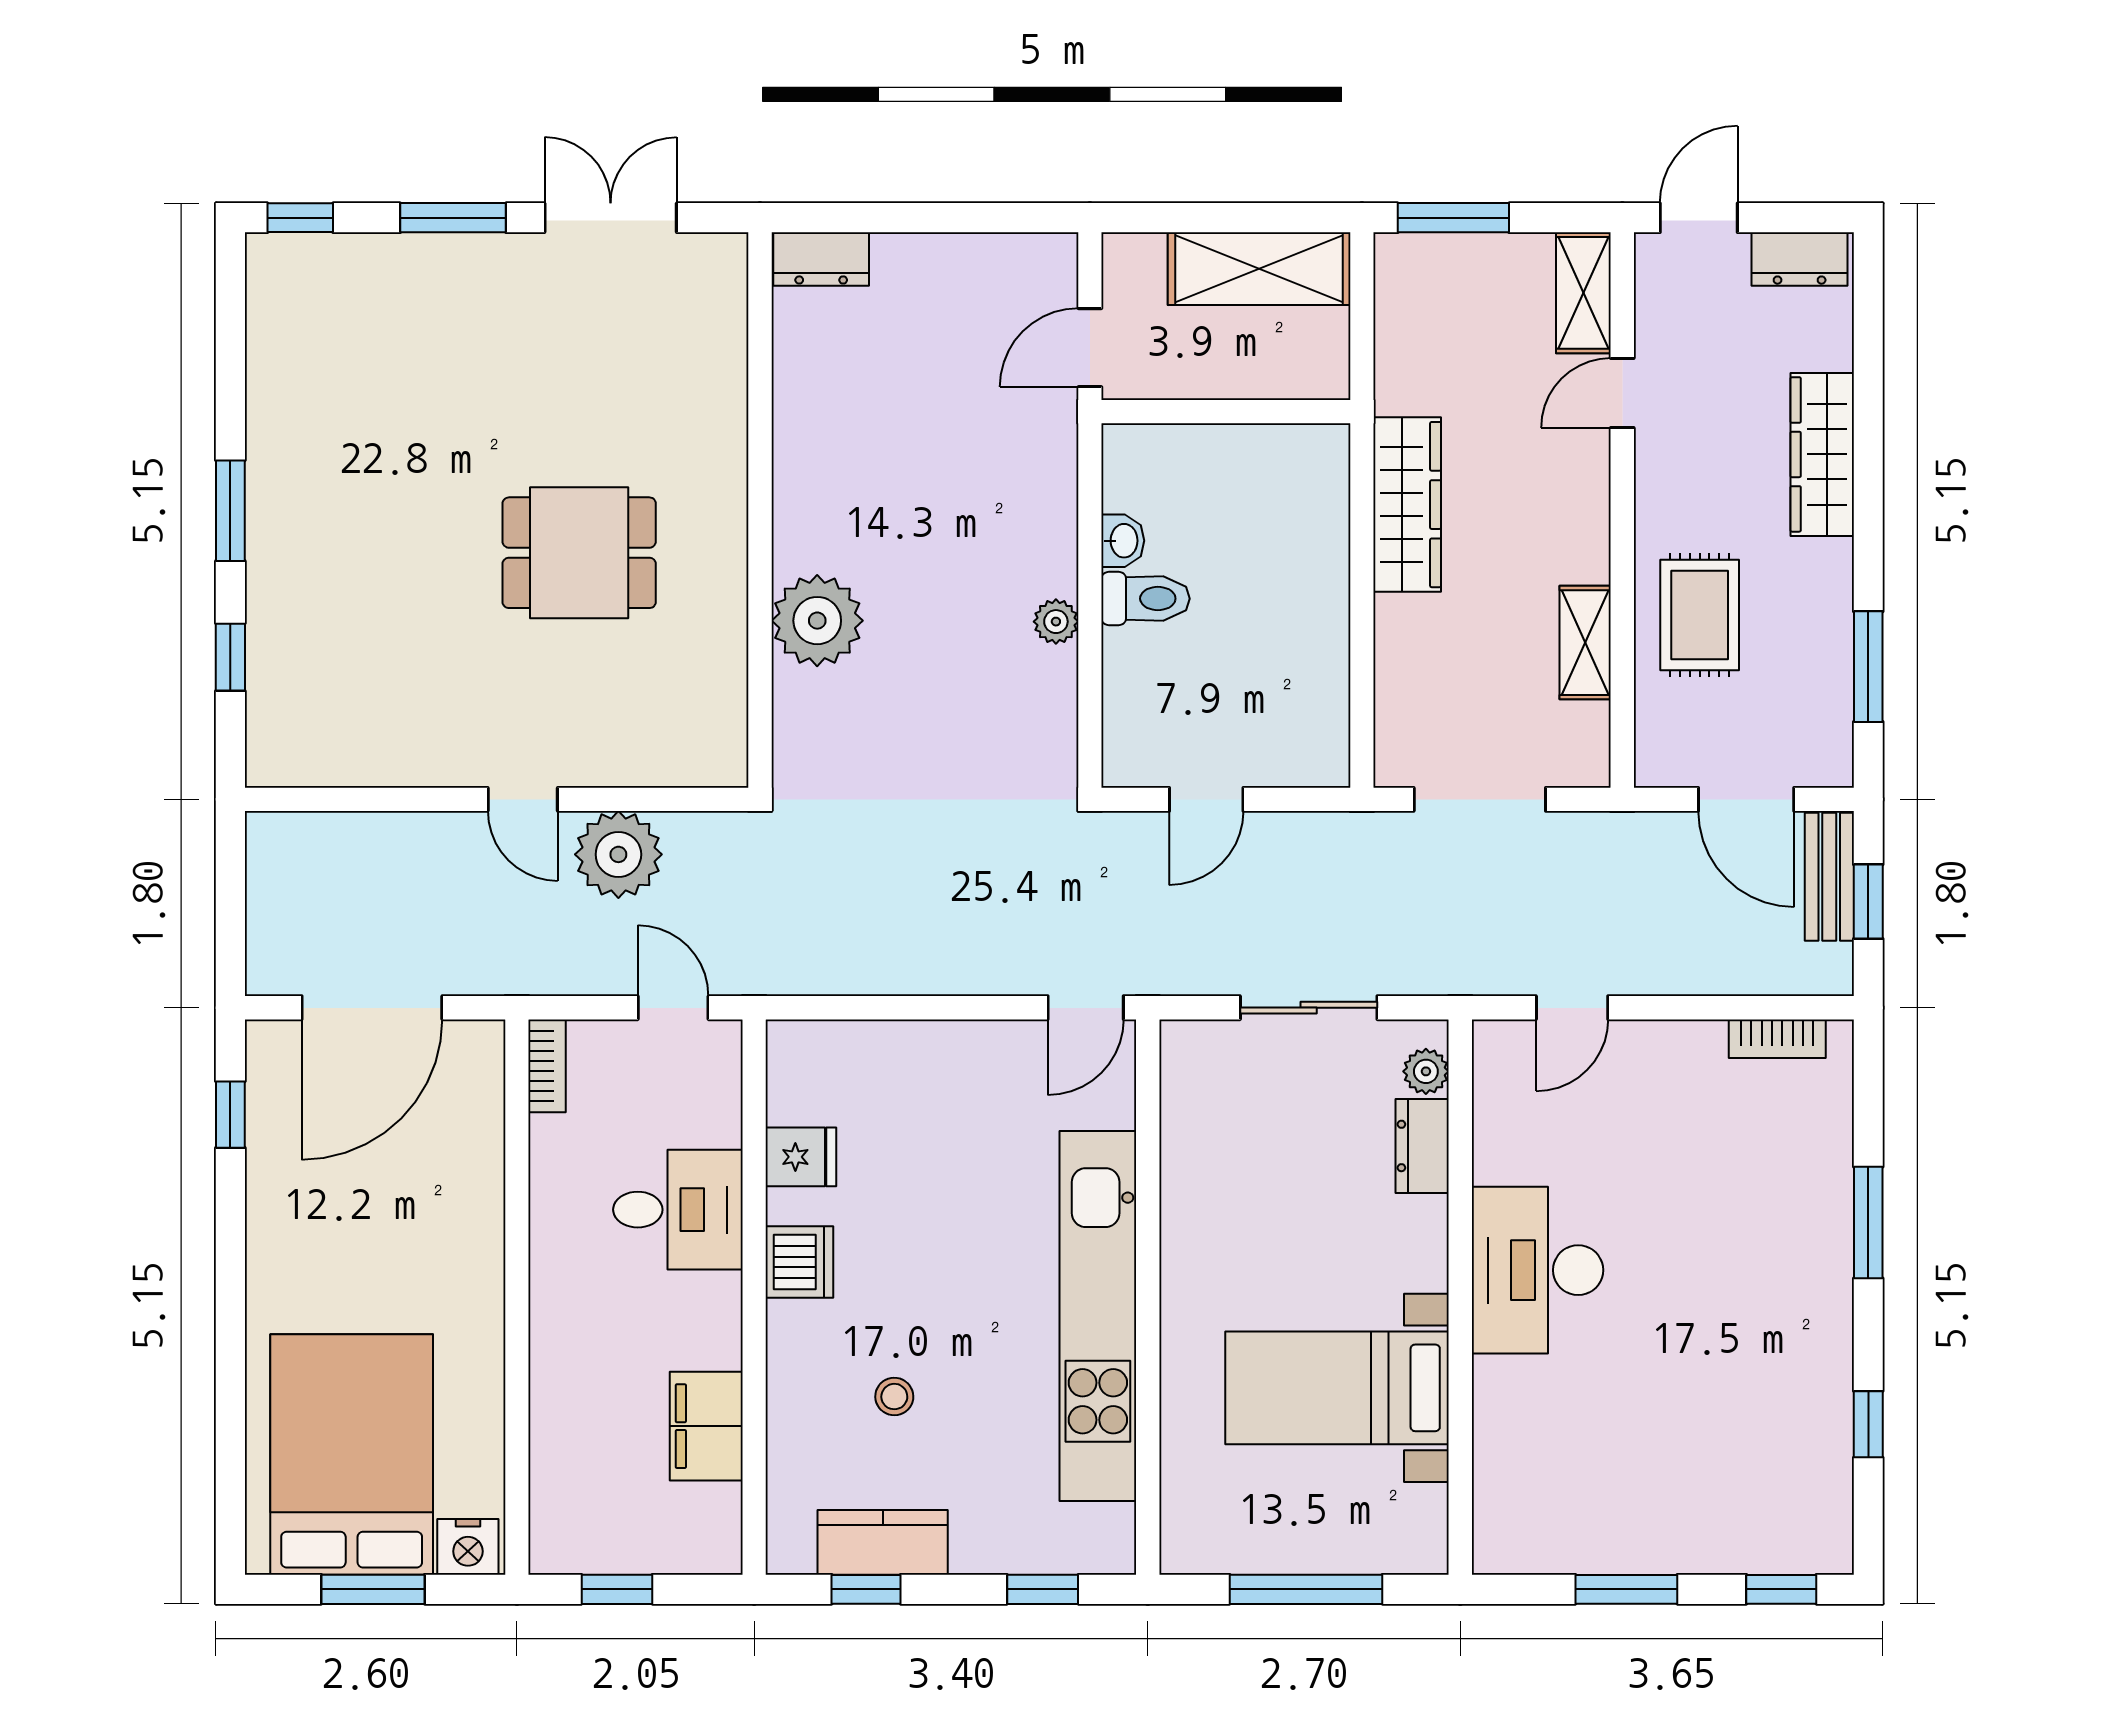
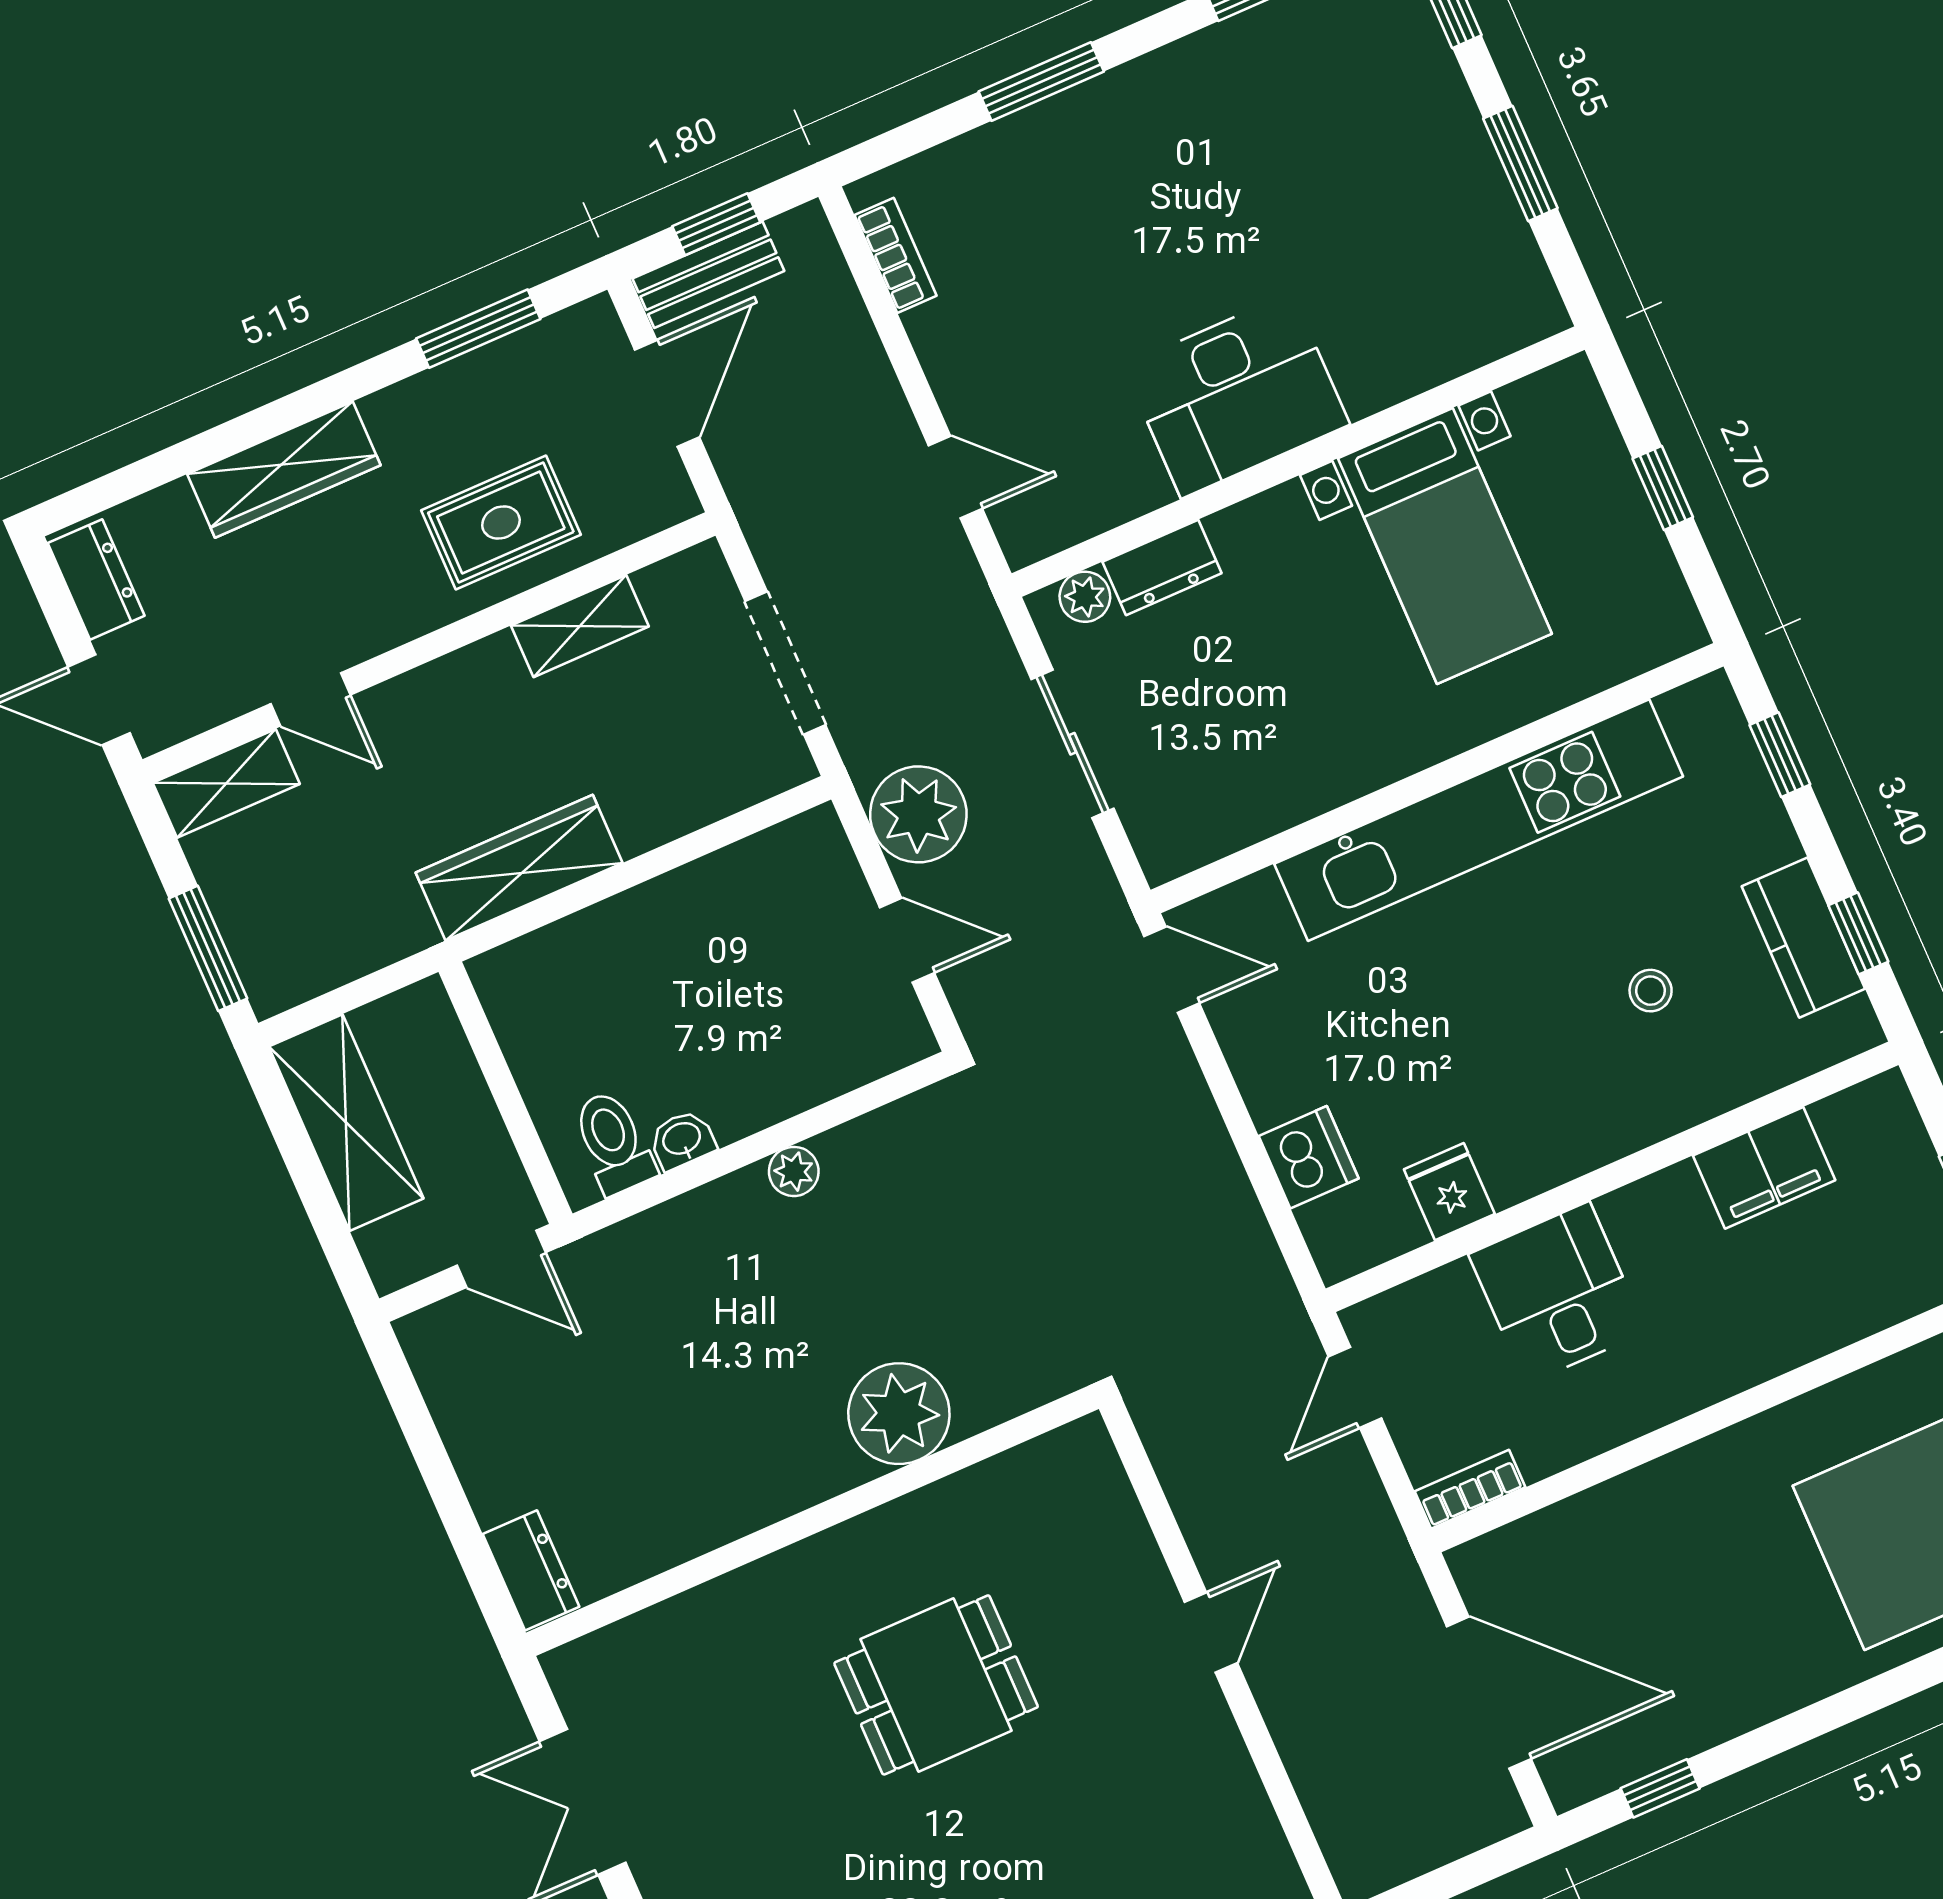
dining table: (579, 553) -> (936, 1685), turned 90
toilet: (1145, 599) -> (613, 1142), moved
plant: (618, 854) -> (918, 814), moved
dishwasher: (799, 1262) -> (1309, 1157), moved, turned 90
window: (1306, 1589) -> (1663, 488), width x0.46

